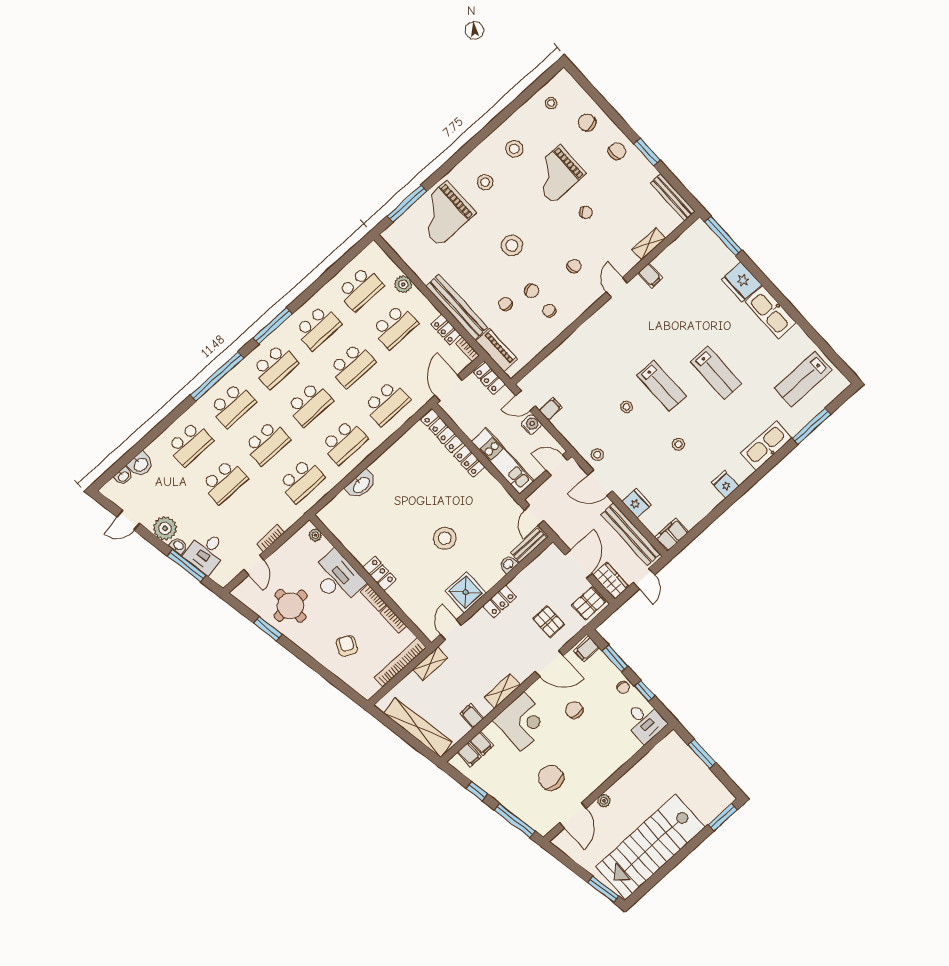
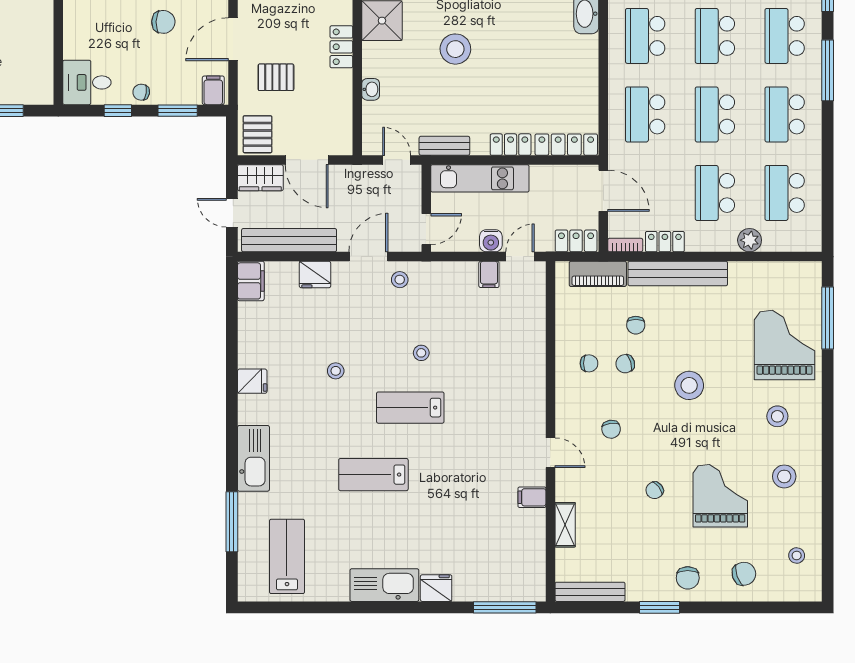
fridge: (741, 282) -> (436, 588), width x0.73, depth x0.75
chair: (506, 304) -> (636, 325), turned 90
bench: (529, 545) -> (444, 146), moved, turned 90

